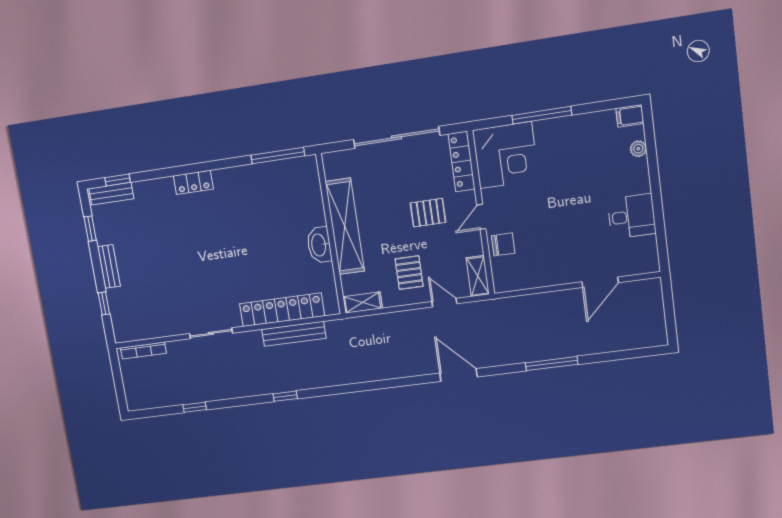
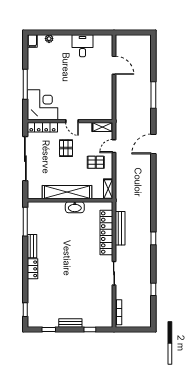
bench: (111, 194) -> (32, 246), moved
chair: (503, 244) -> (88, 112), removed

